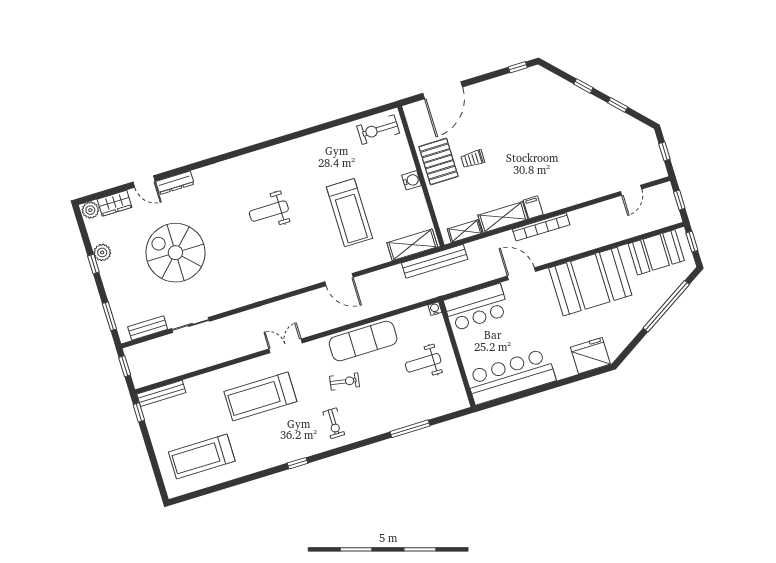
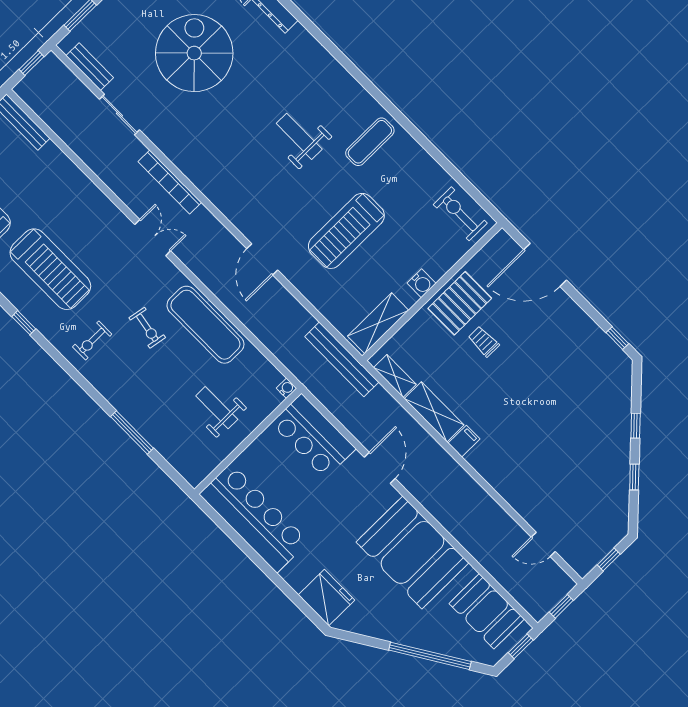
exercise mat: (298, 165) -> (370, 142), added
bookcase: (541, 227) -> (170, 182), moved
shelving: (412, 245) -> (378, 323), moved, turned 90
treadmill: (260, 396) -> (50, 269), moved, turned 180

